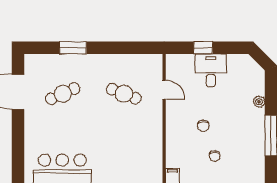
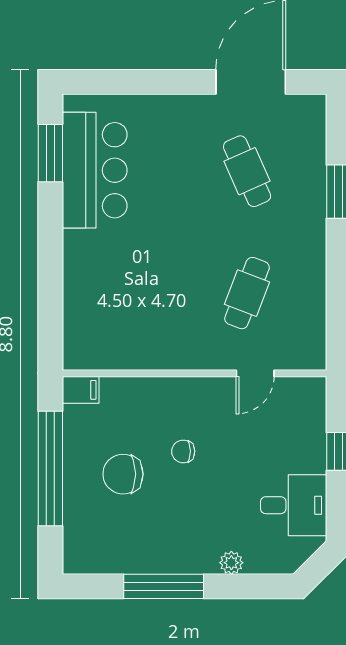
desk: (211, 70) -> (294, 505), moved
chair: (215, 156) -> (123, 474), width x1.87, depth x1.87

